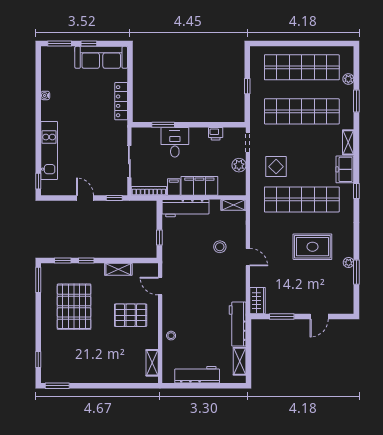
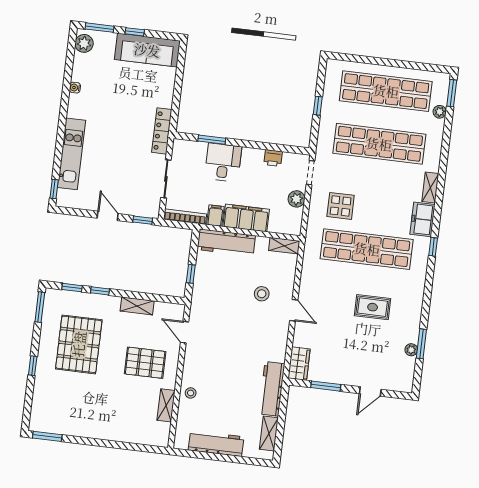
plant: (48, 58) -> (84, 43), added
locker: (121, 101) -> (162, 131), moved
window: (356, 101) -> (452, 93), moved
rug: (312, 247) -> (373, 307), width x0.73, depth x0.70
plant: (349, 263) -> (411, 350), moved
window: (38, 360) -> (33, 366), moved
shelving: (152, 363) -> (166, 405), moved

